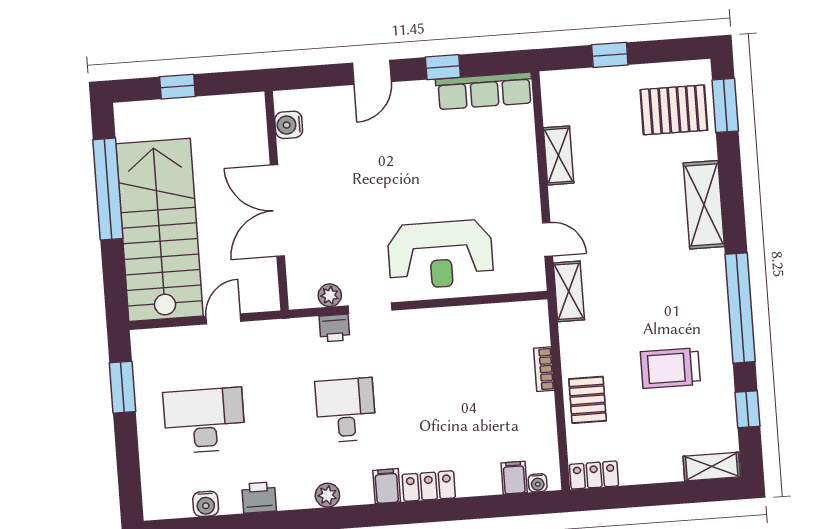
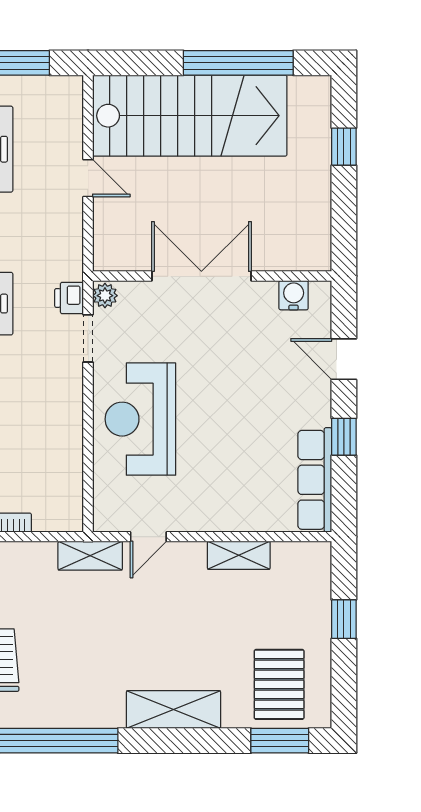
water cooler: (289, 125) -> (294, 295), moved
wall: (277, 201) -> (212, 276), moved
double door: (277, 210) -> (201, 276), moved

